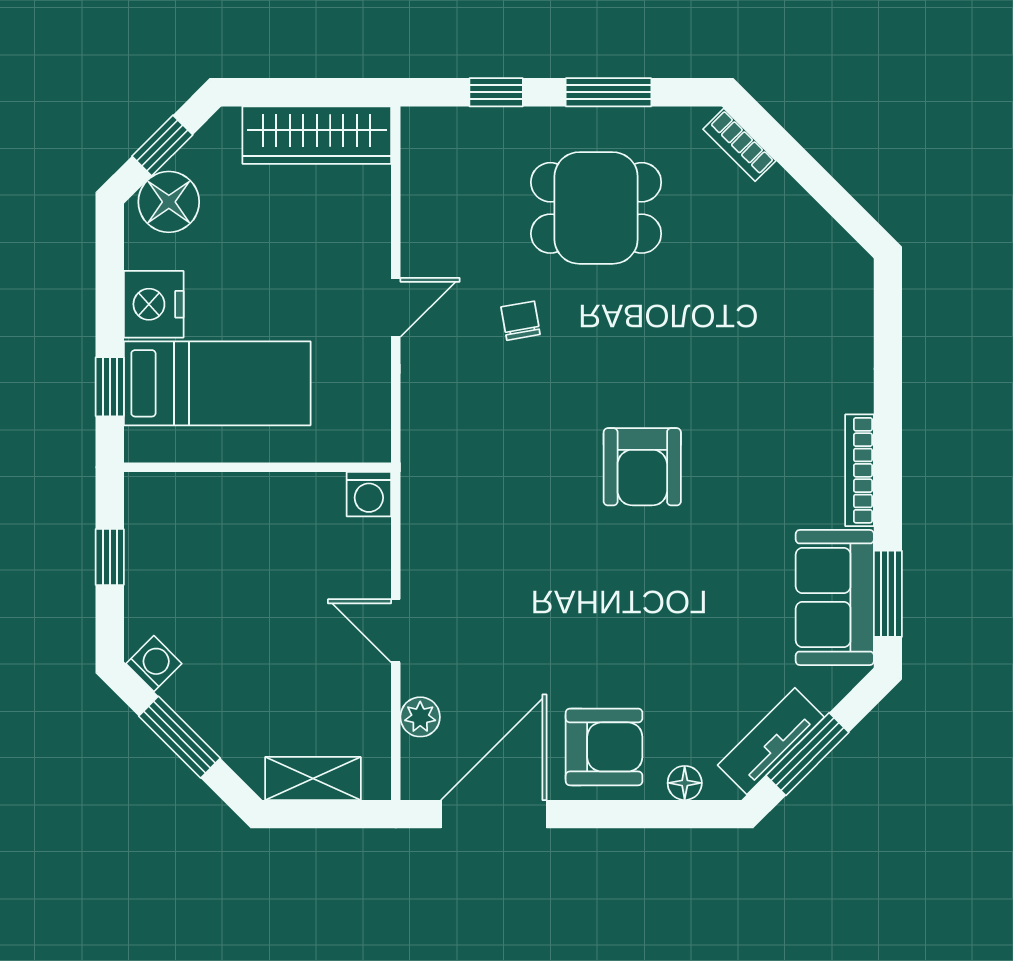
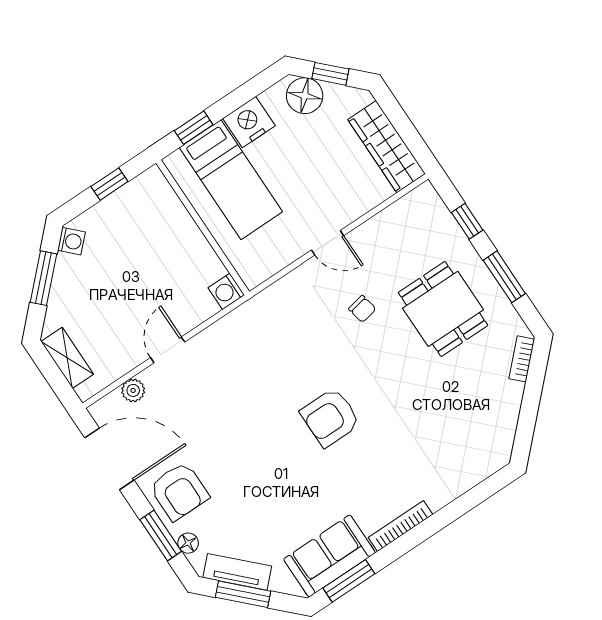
chair: (521, 321) -> (362, 309), turned 89
window: (648, 814) -> (161, 535), added

